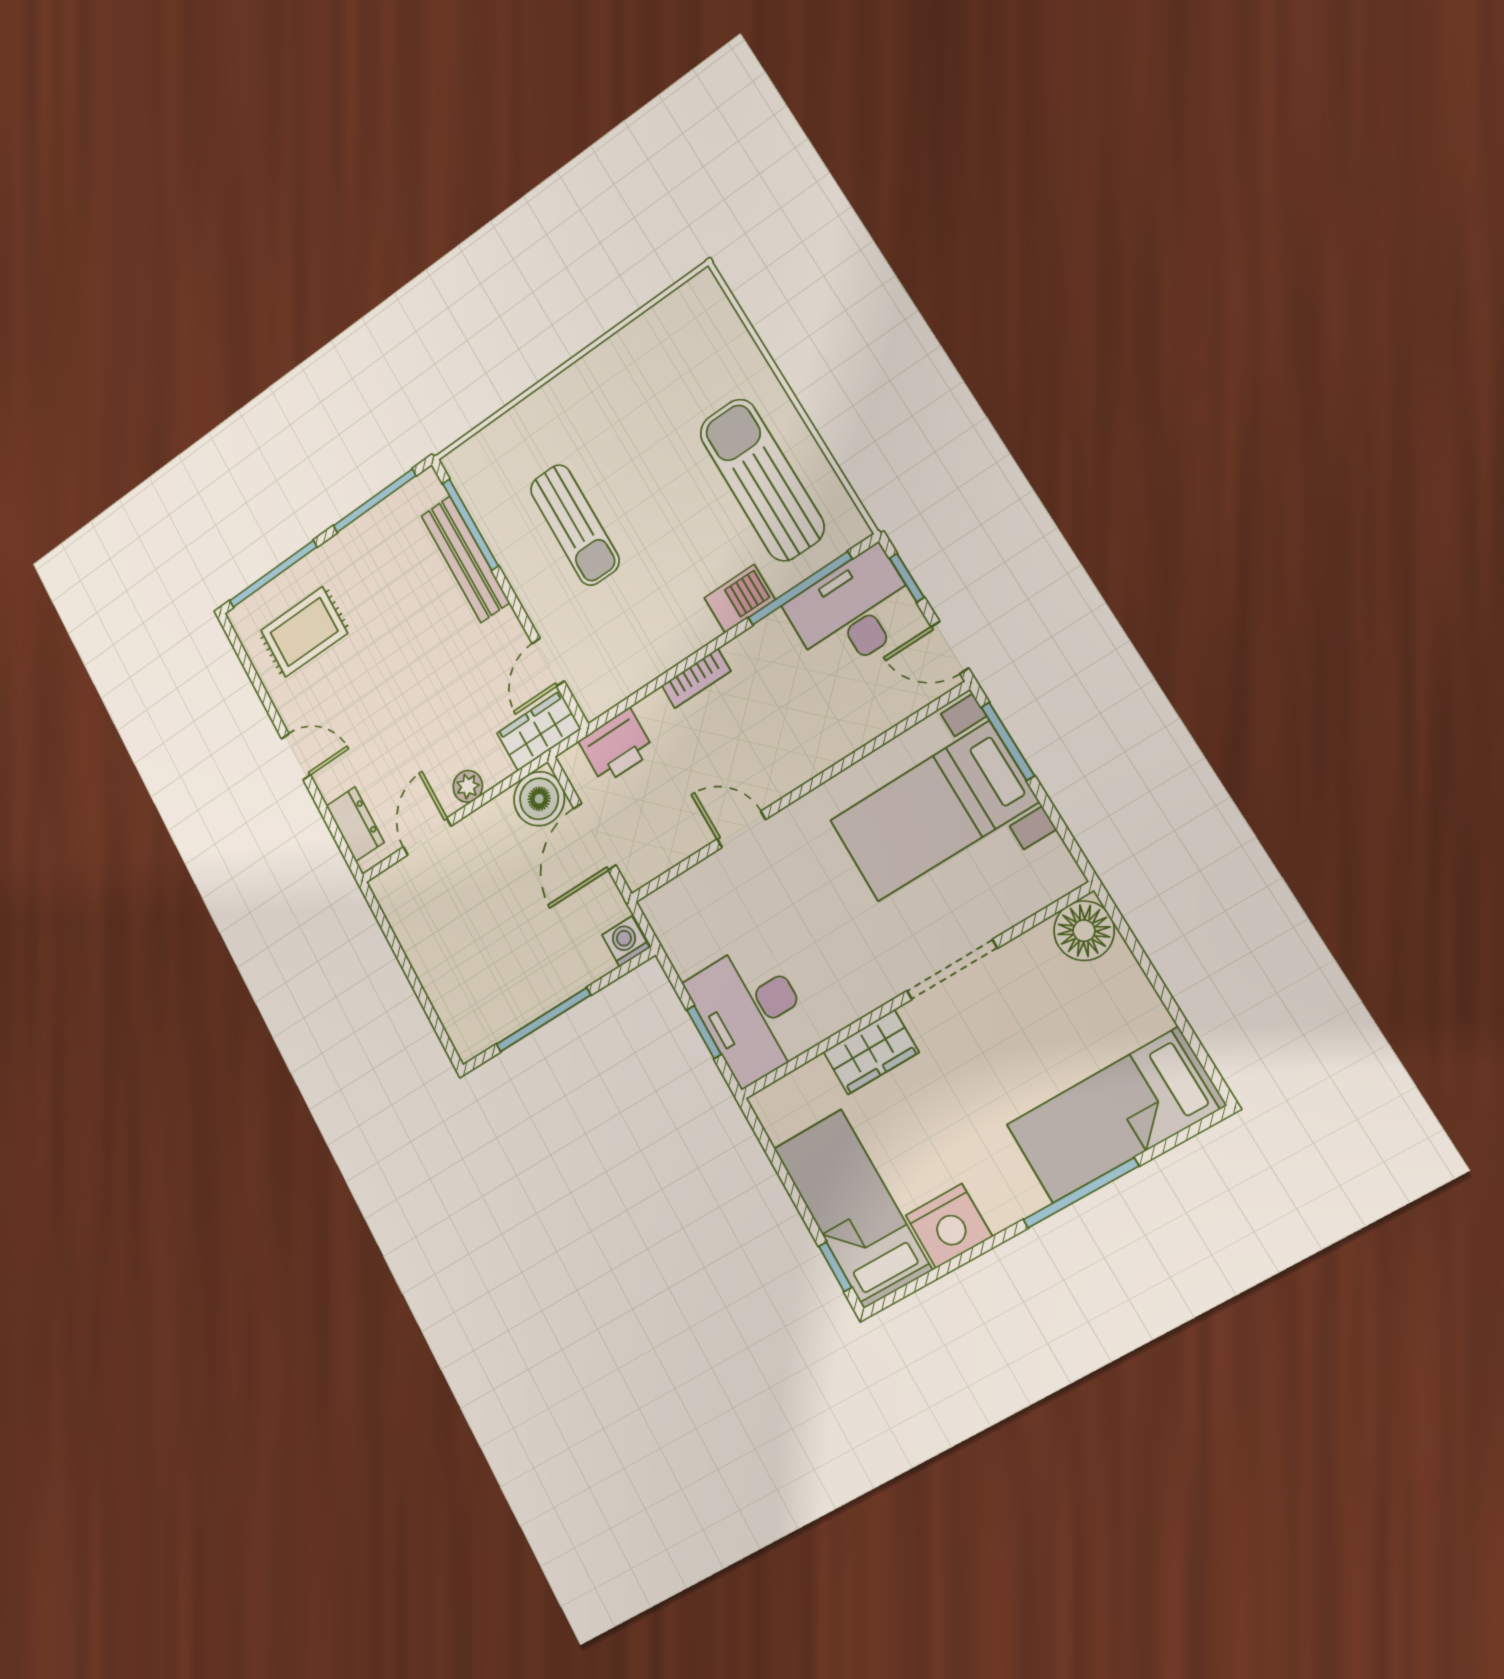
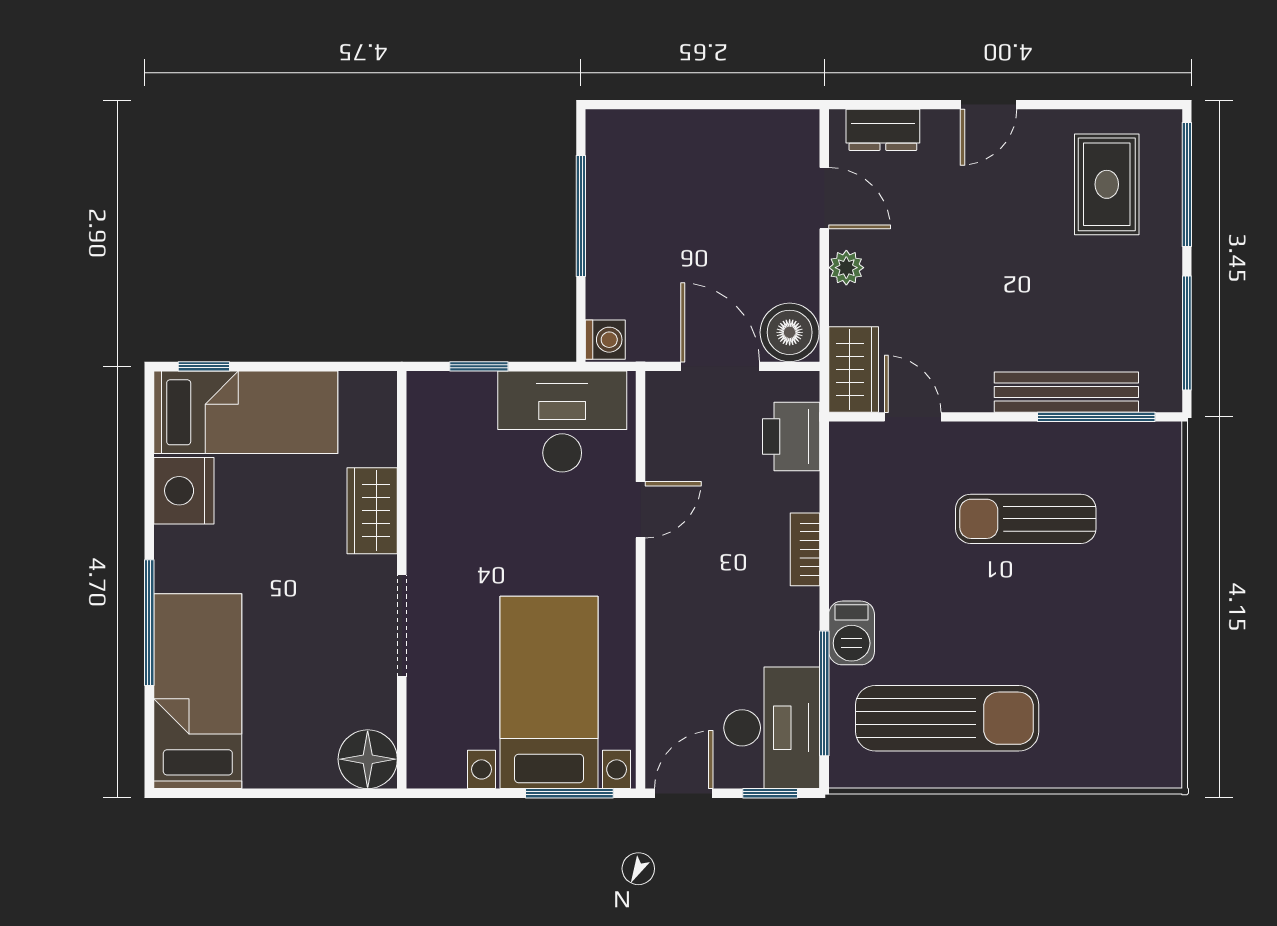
desk: (751, 1012) -> (562, 422), moved

